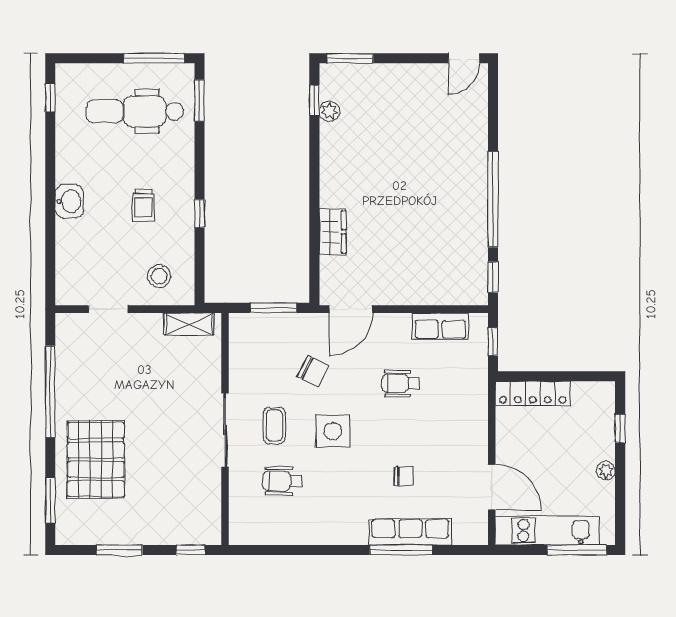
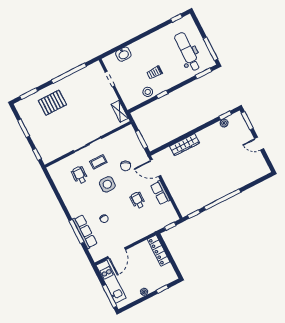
door: (464, 58) -> (259, 144), moved
washbasin: (69, 201) -> (123, 54), moved
wardrobe: (333, 232) -> (185, 145), width x1.50
stool: (159, 276) -> (148, 92), moved
row of seats: (440, 326) -> (160, 193), moved
pallet: (96, 460) -> (52, 103), width x0.73, depth x0.71

